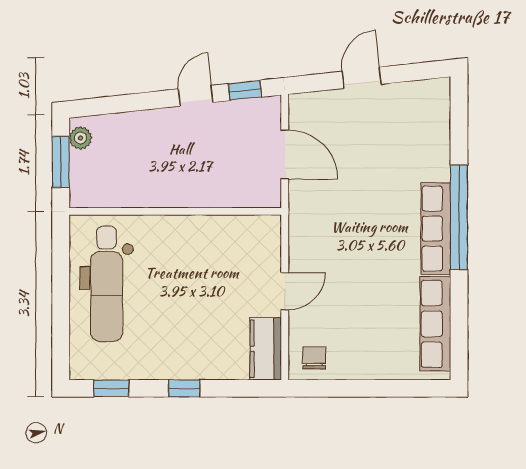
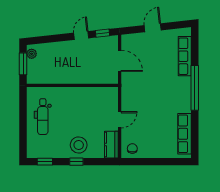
row of seats: (436, 229) -> (185, 56), moved
dental chair: (107, 284) -> (43, 117), width x0.73, depth x0.72
stool: (190, 350) -> (79, 145), added

